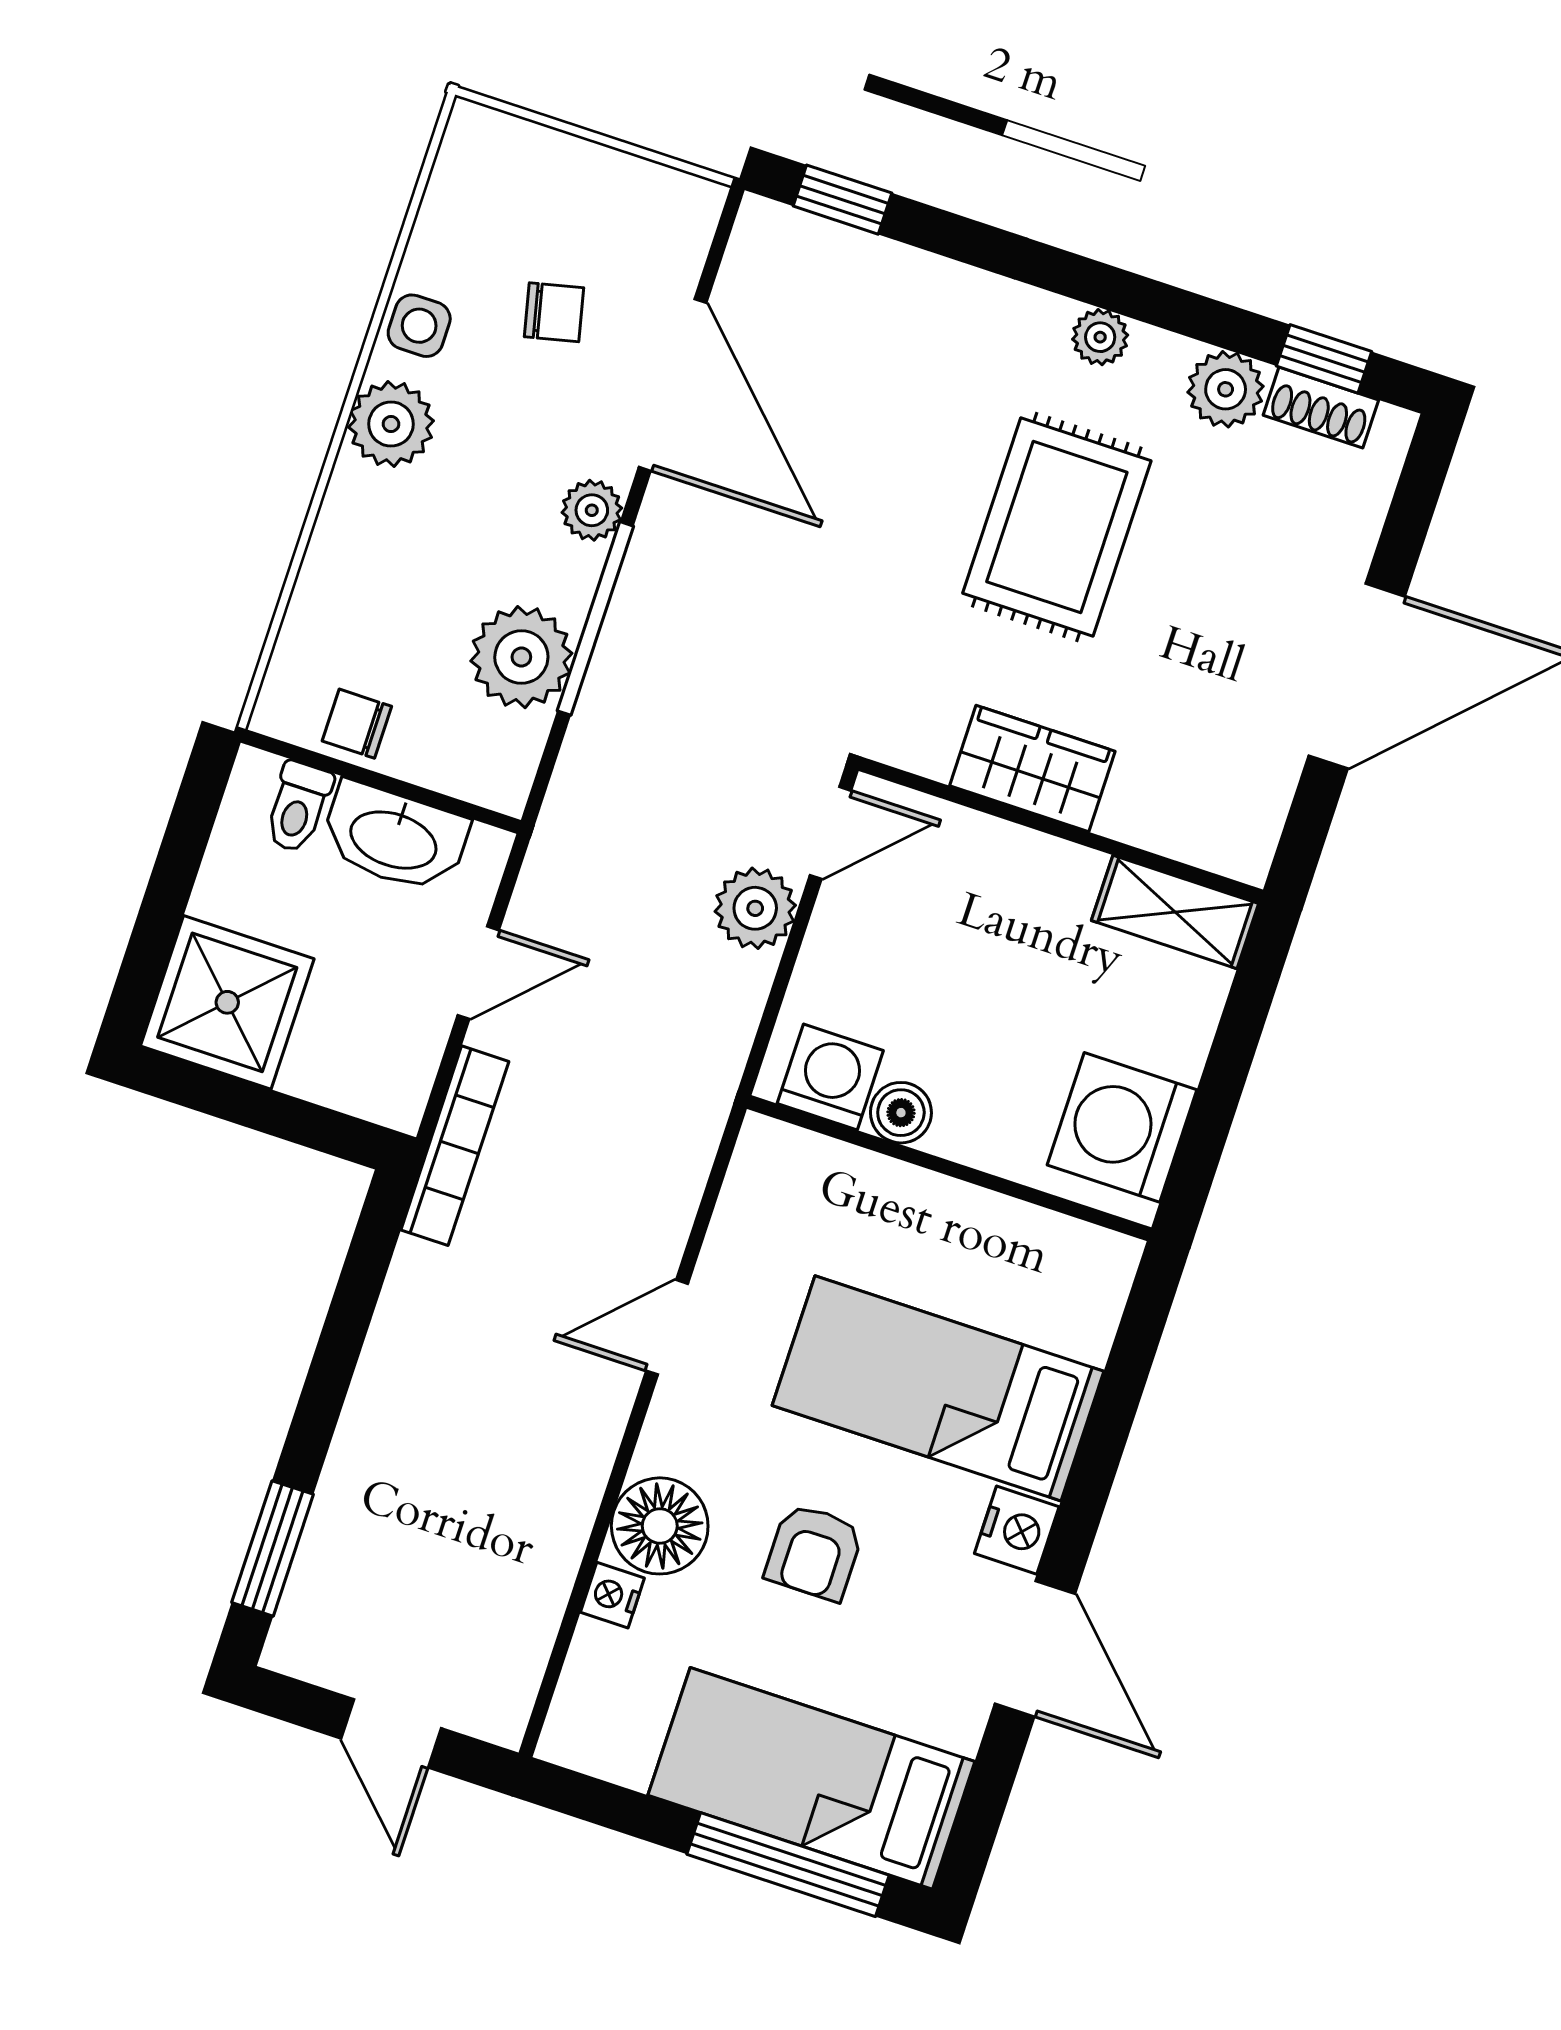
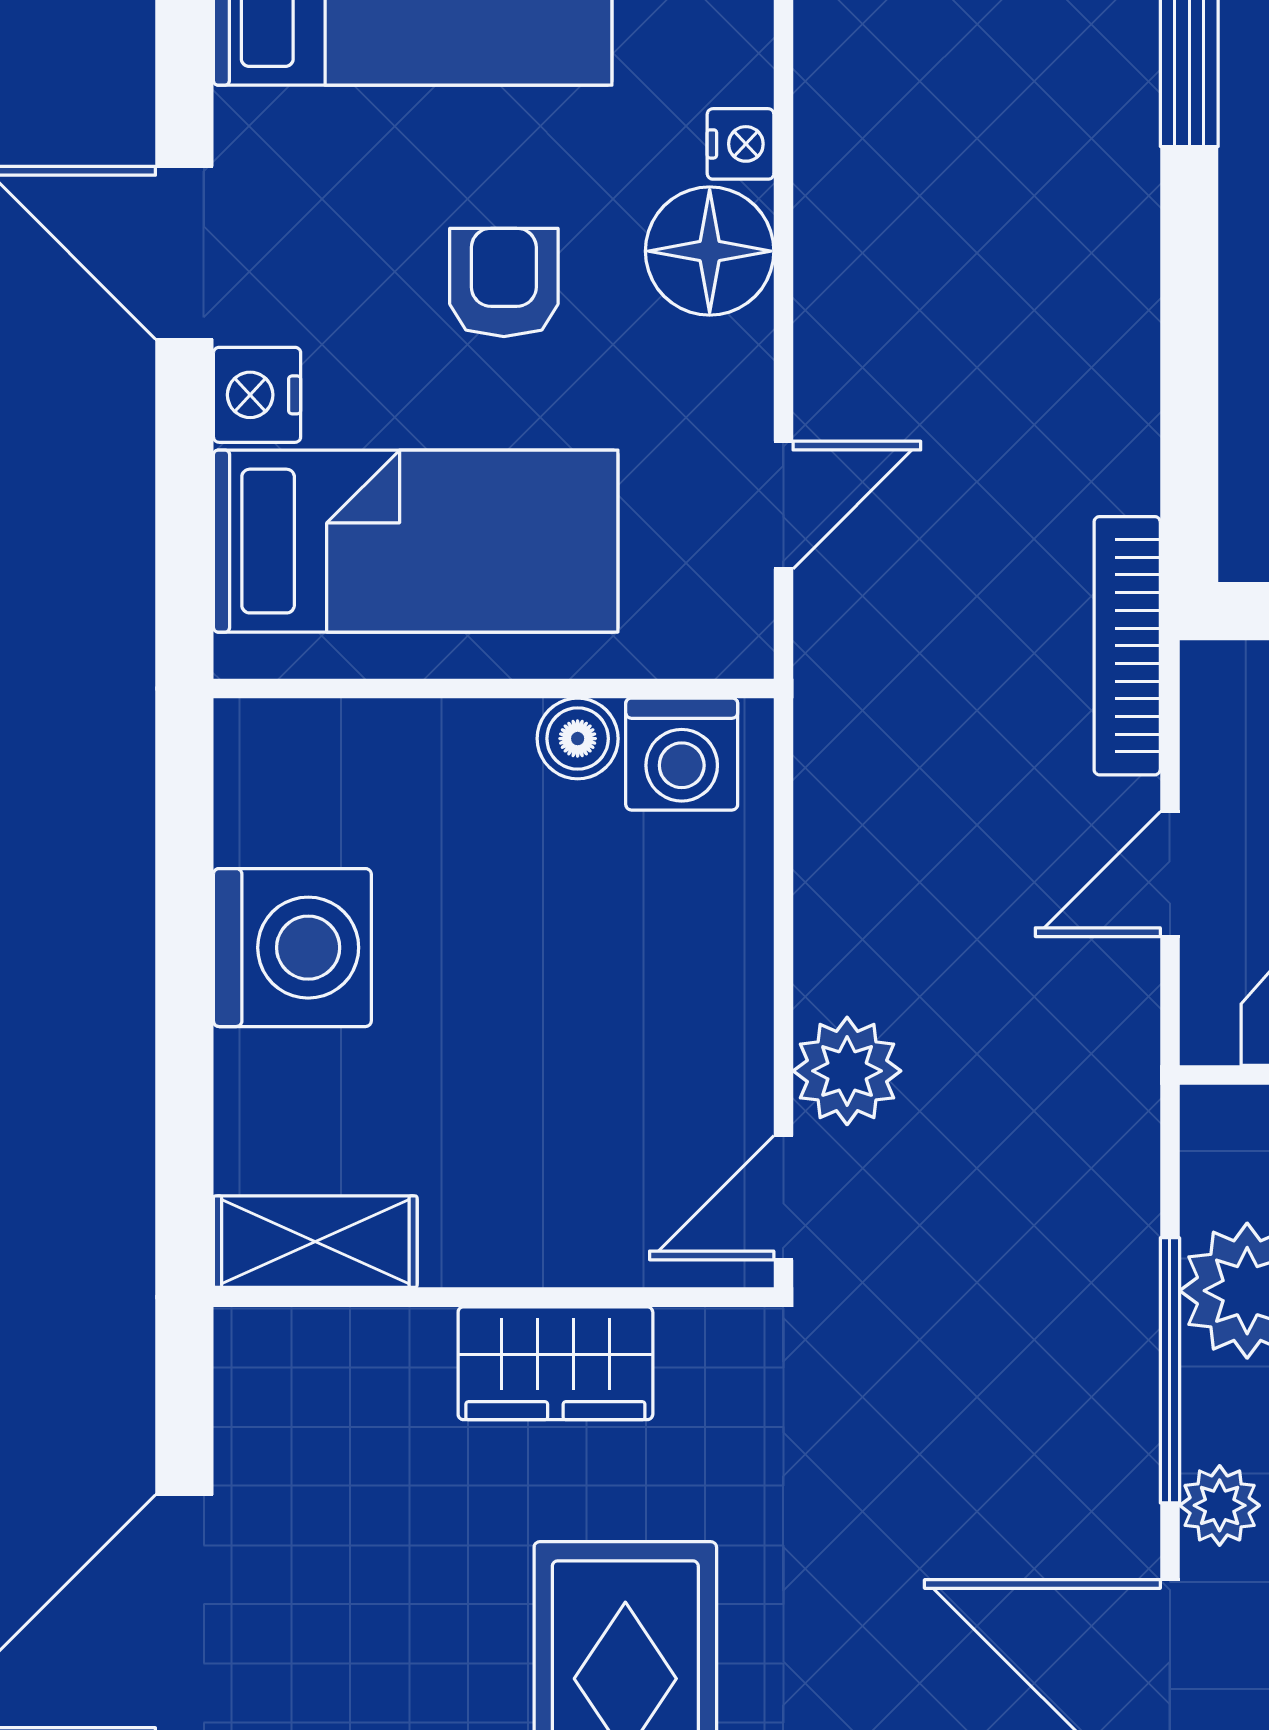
washing machine: (830, 1077) -> (682, 754), moved
boiler: (901, 1113) -> (578, 739), moved
wall: (949, 1168) -> (494, 688), moved

